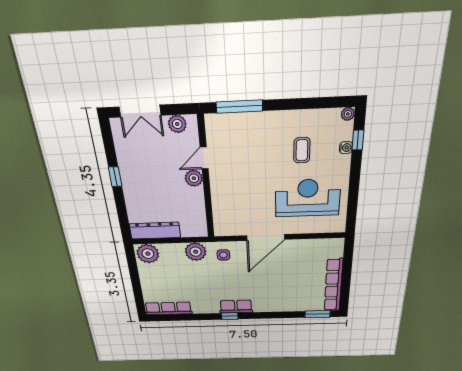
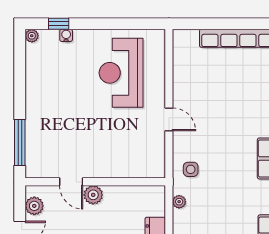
coffee table: (302, 150) -> (67, 80), removed
door: (266, 237) -> (169, 119), width x0.53
plant: (196, 252) -> (179, 202), width x0.53, depth x0.53

